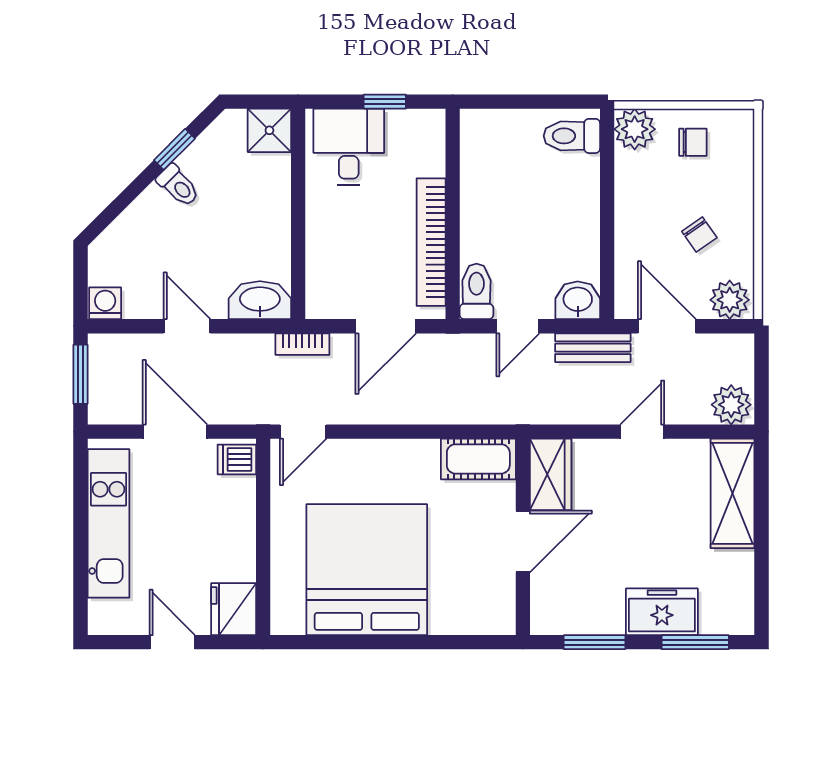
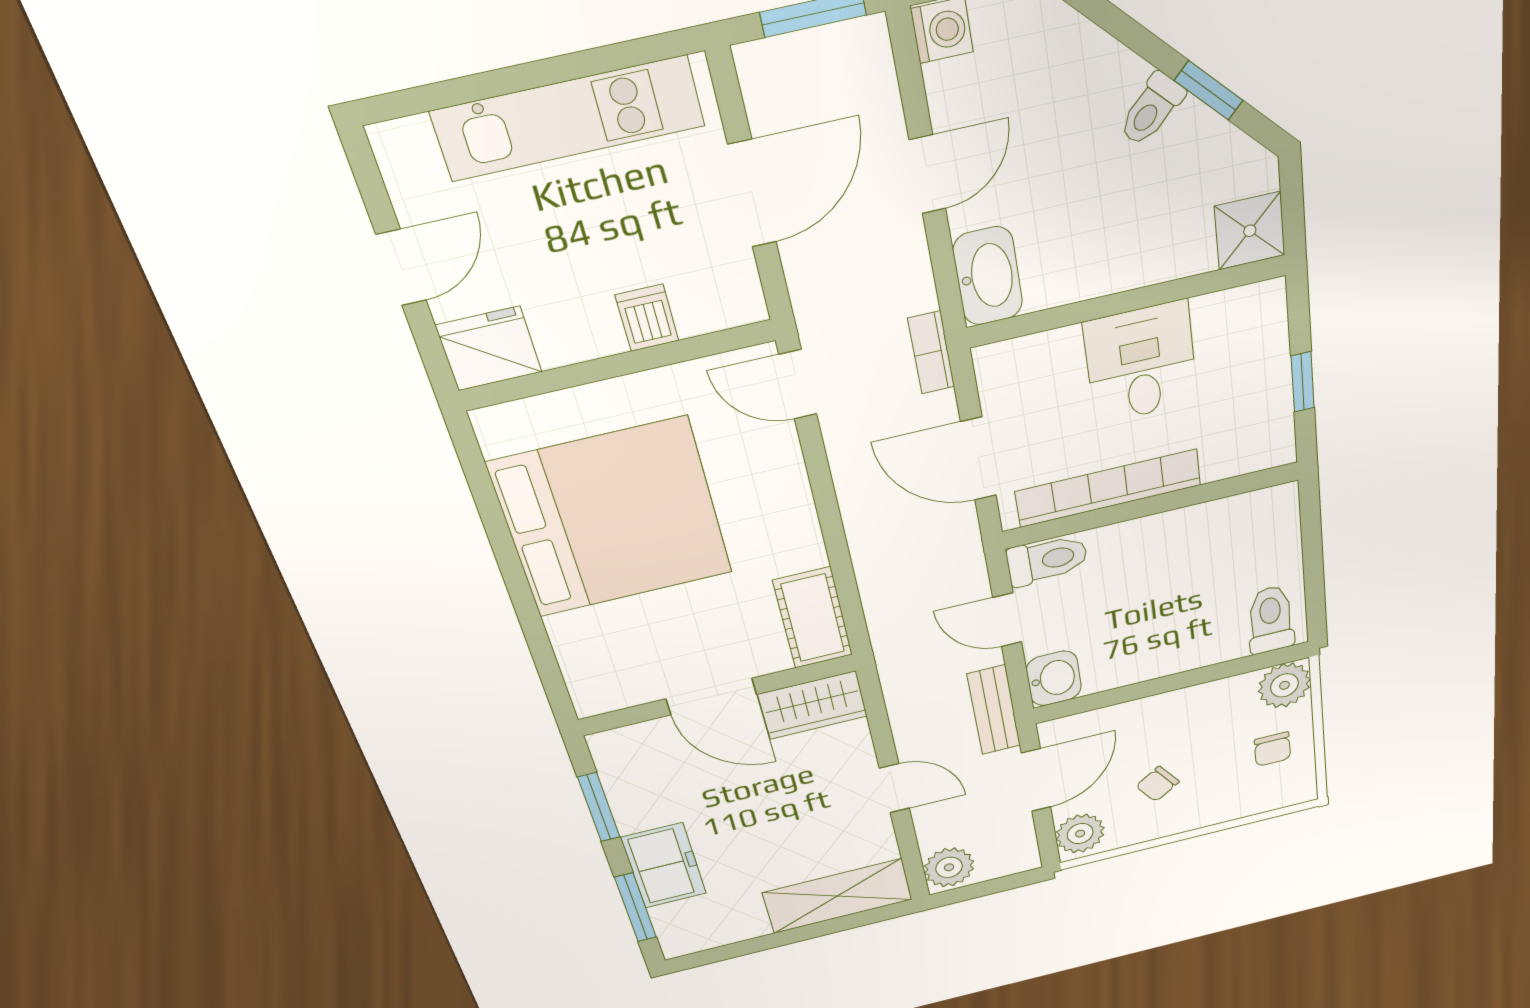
desk: (349, 147) -> (1141, 363), moved, turned -90
dishwasher: (237, 459) -> (647, 318), moved

